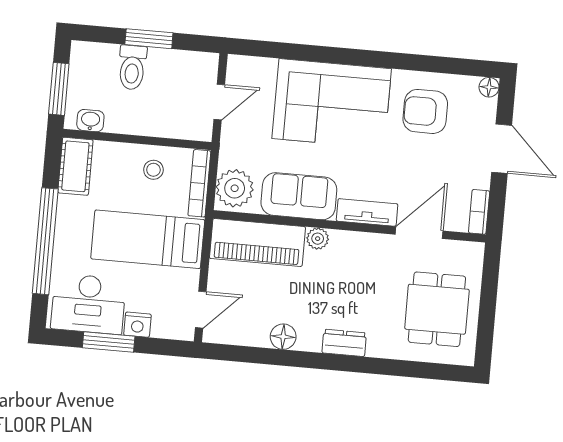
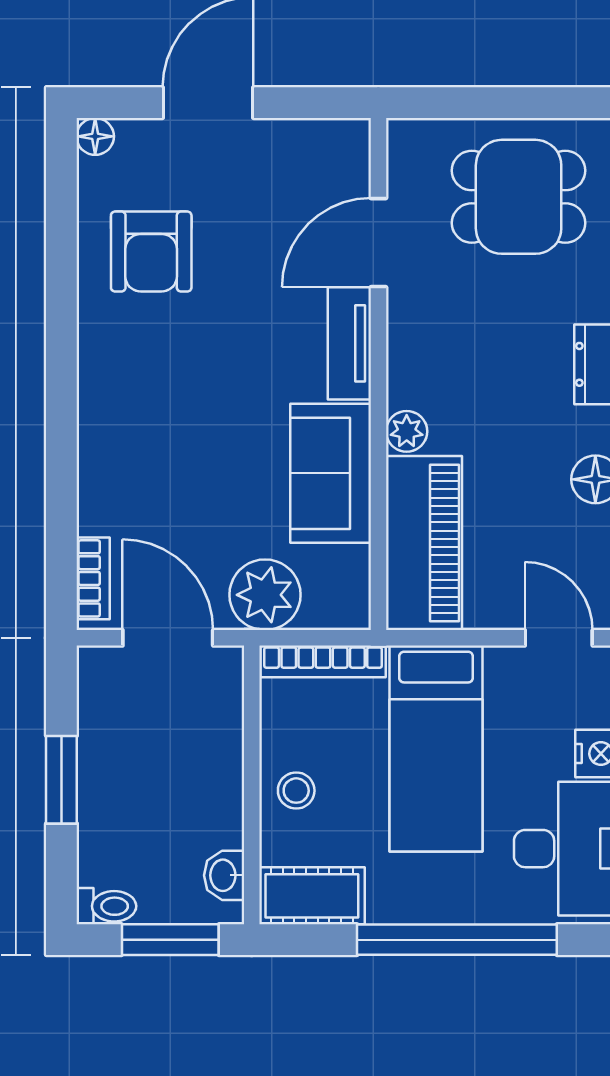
toilet: (132, 67) -> (106, 906), moved, width x0.73, depth x0.72
door: (219, 102) -> (168, 638), width x1.38
corner sofa: (332, 104) -> (152, 428), removed
stool: (153, 170) -> (296, 791), moved
plant: (235, 188) -> (265, 595), moved
bookcase: (479, 212) -> (93, 578), moved, turned -90
door: (419, 233) -> (378, 243), hinge flipped

